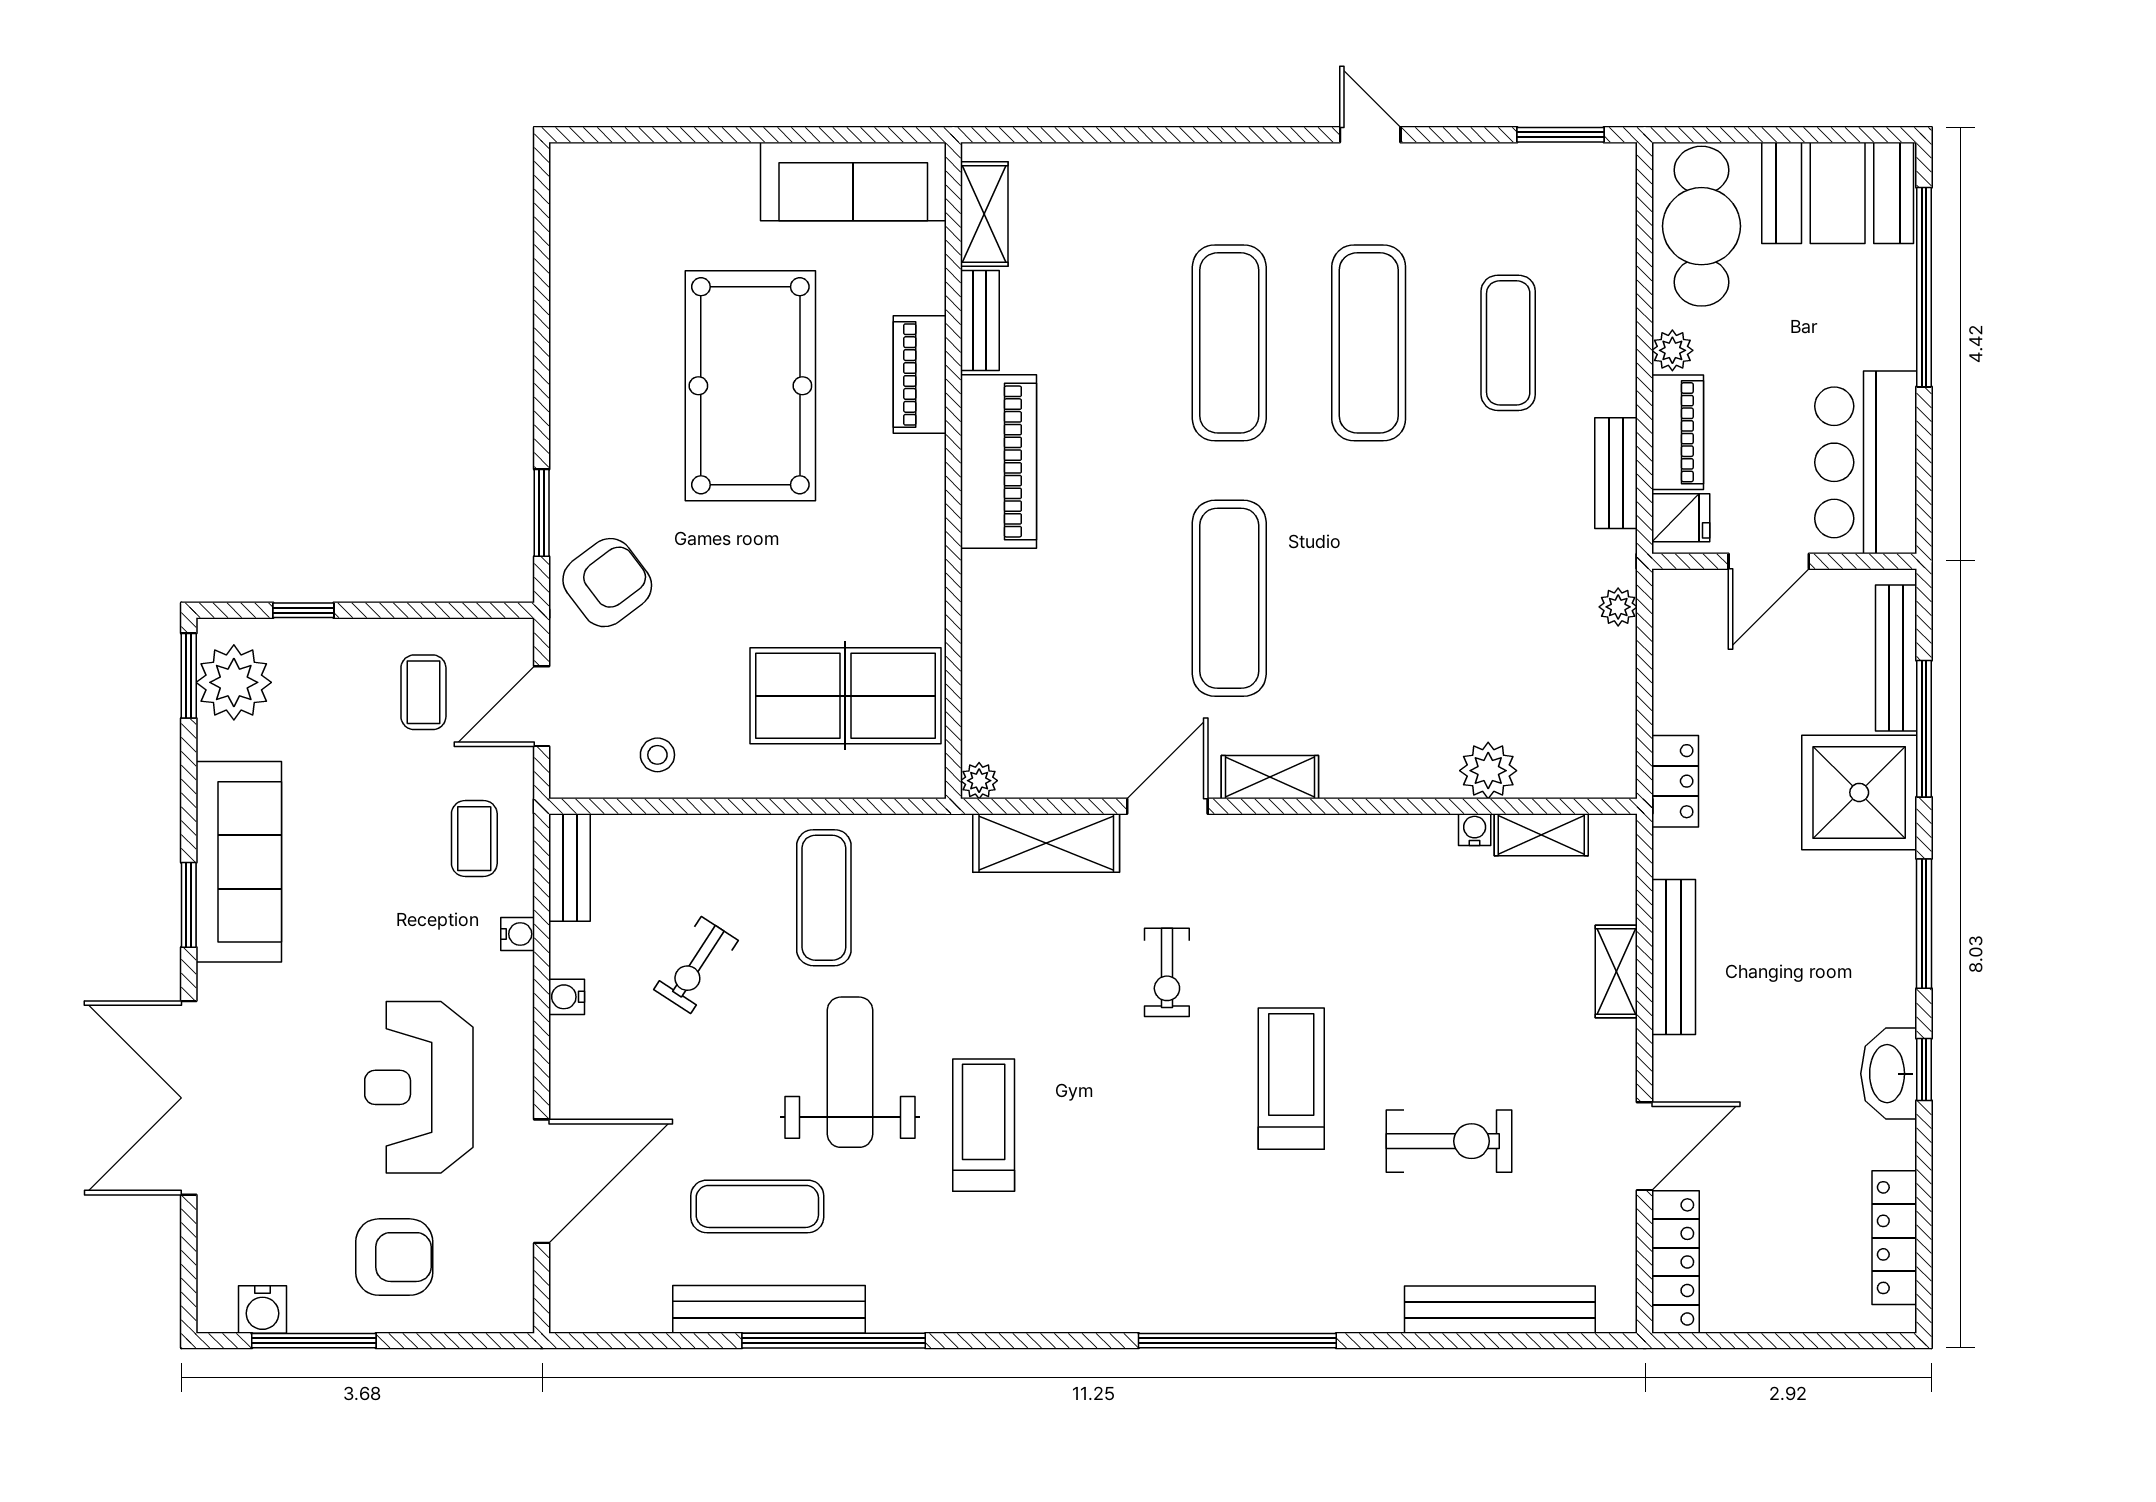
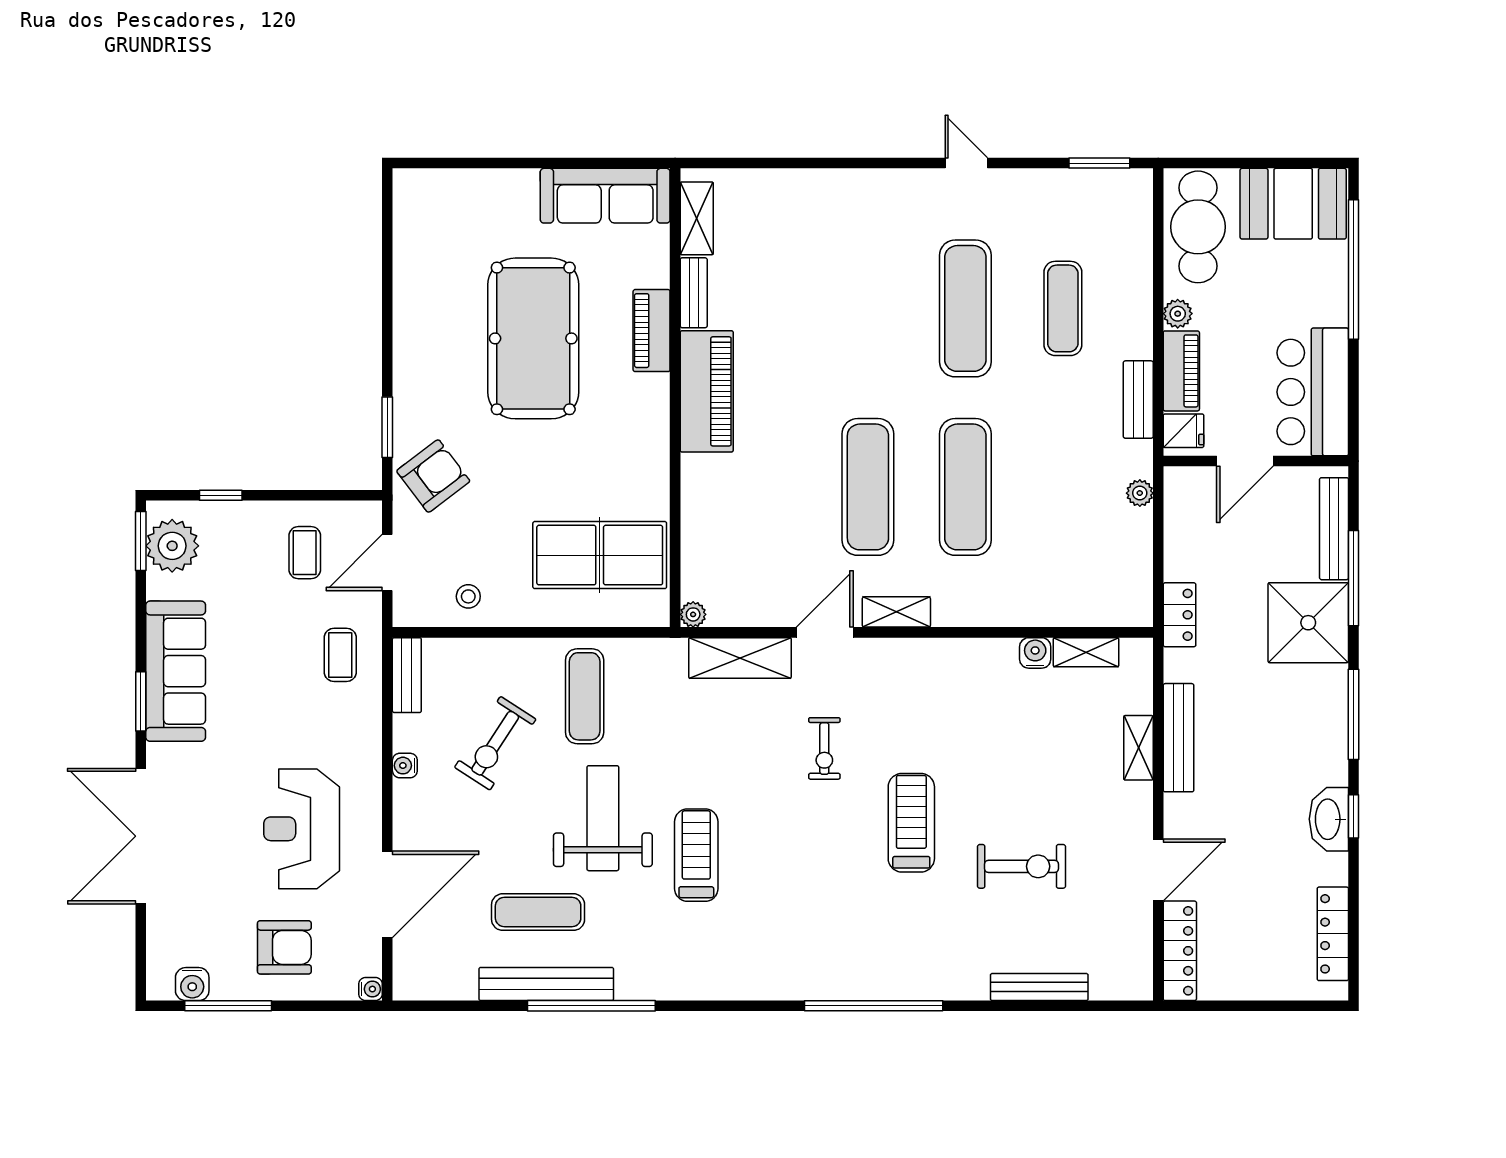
exercise mat: (1229, 343) -> (965, 487), moved
plant: (1488, 771) -> (1049, 607), removed
water cooler: (1475, 830) -> (1035, 653), width x1.38, depth x1.38
water cooler: (518, 934) -> (371, 989), moved
exercise bike: (696, 965) -> (495, 743), width x1.38, depth x1.39
bench: (1500, 1310) -> (1039, 987), width x0.73, depth x0.82

